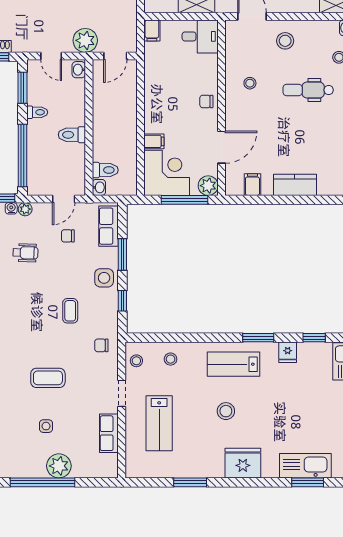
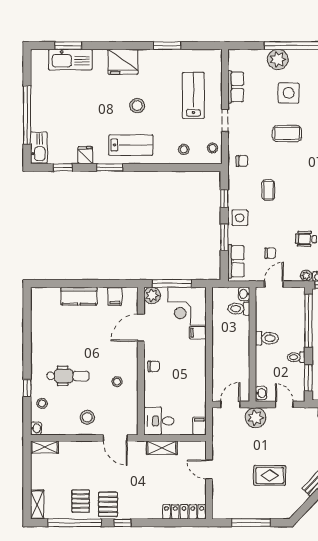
side table: (46, 426) -> (289, 93), width x1.87, depth x1.87

